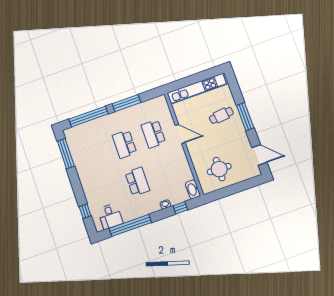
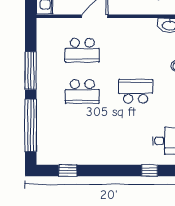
window: (66, 154) -> (68, 170), width x0.46

